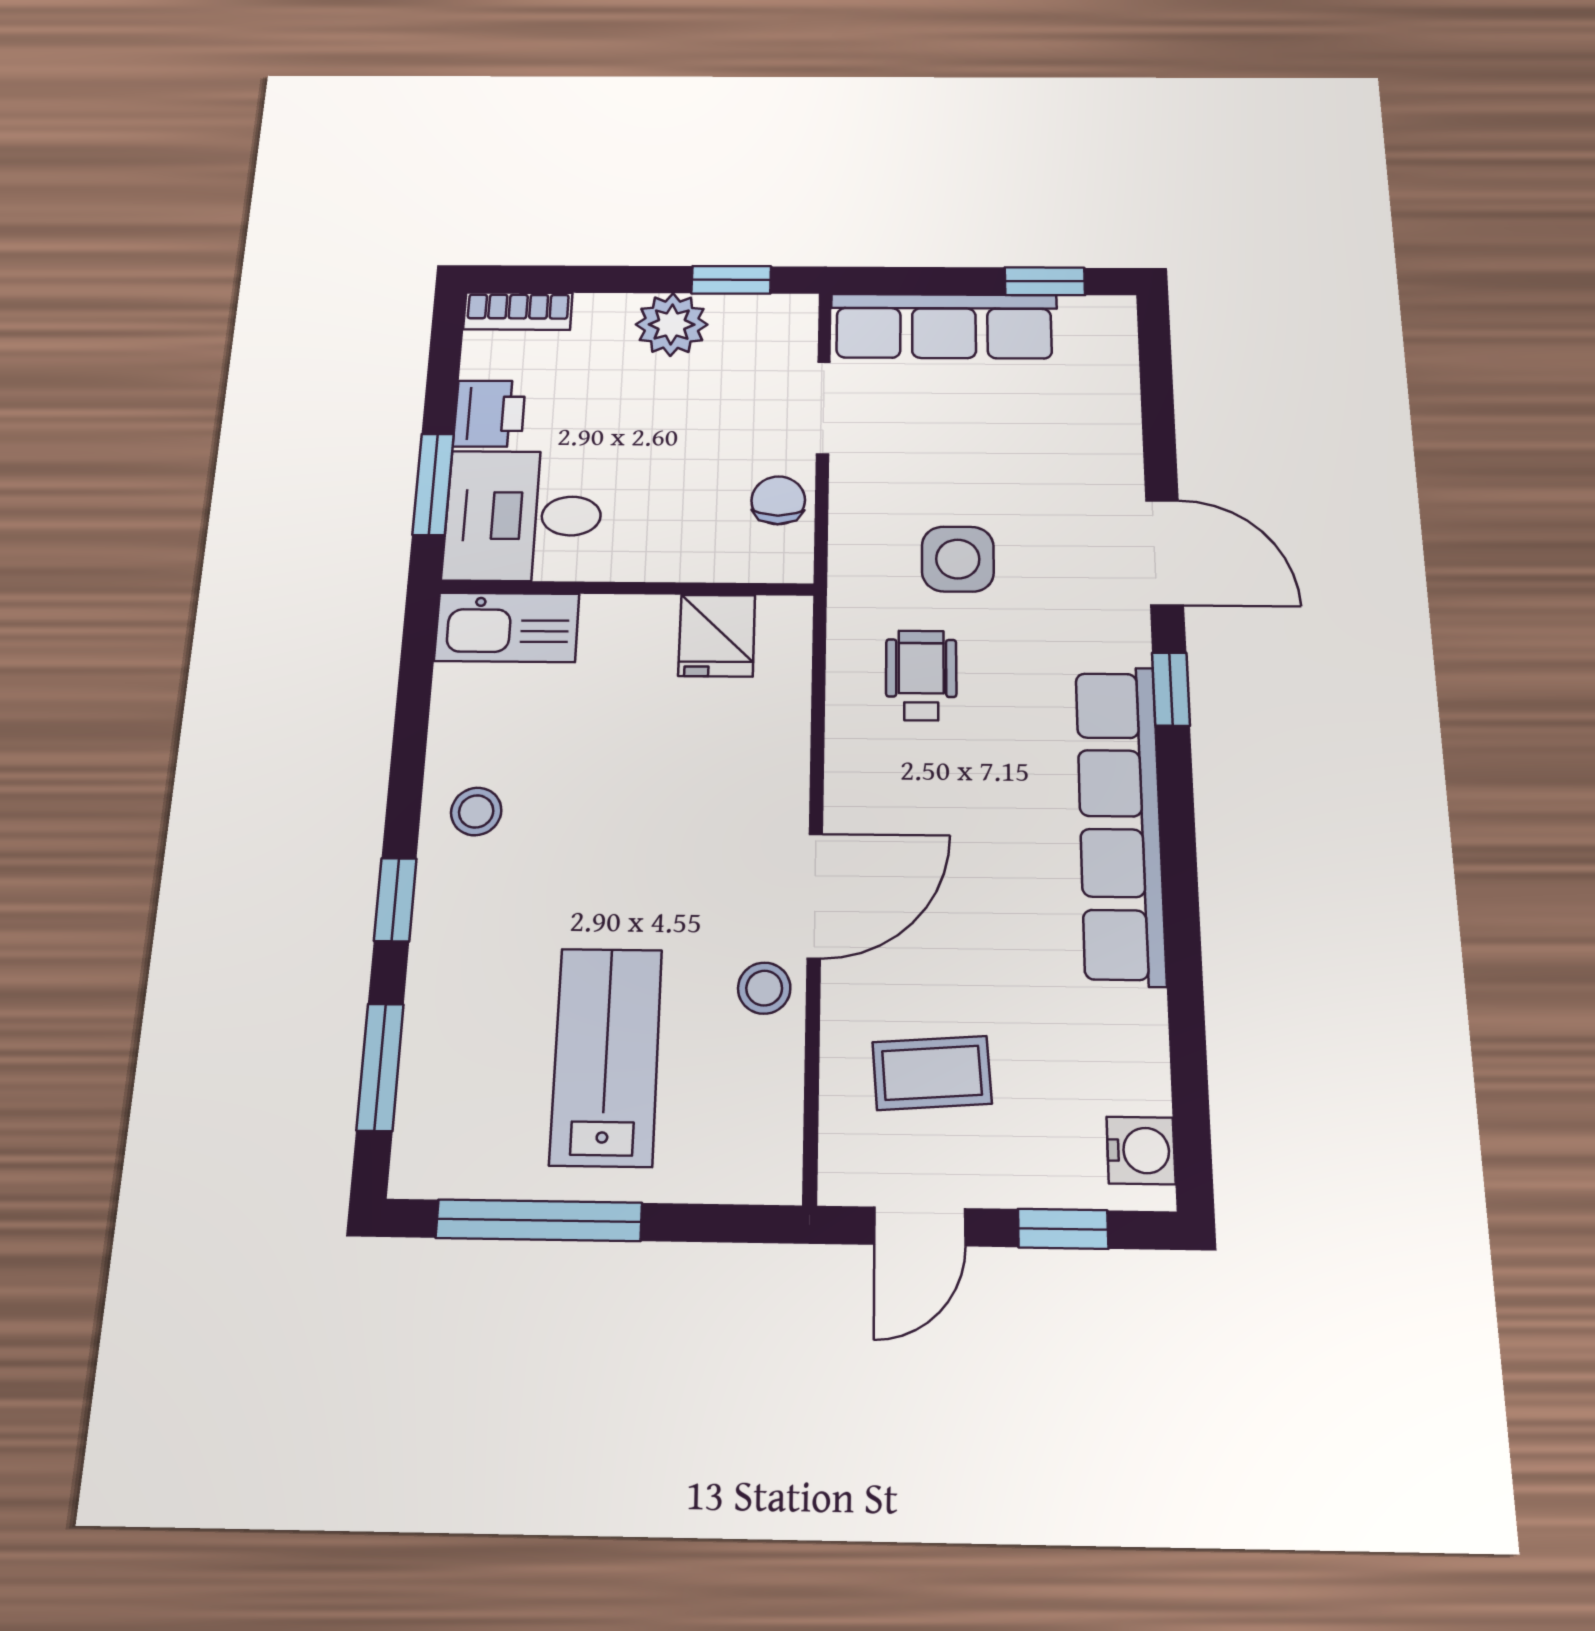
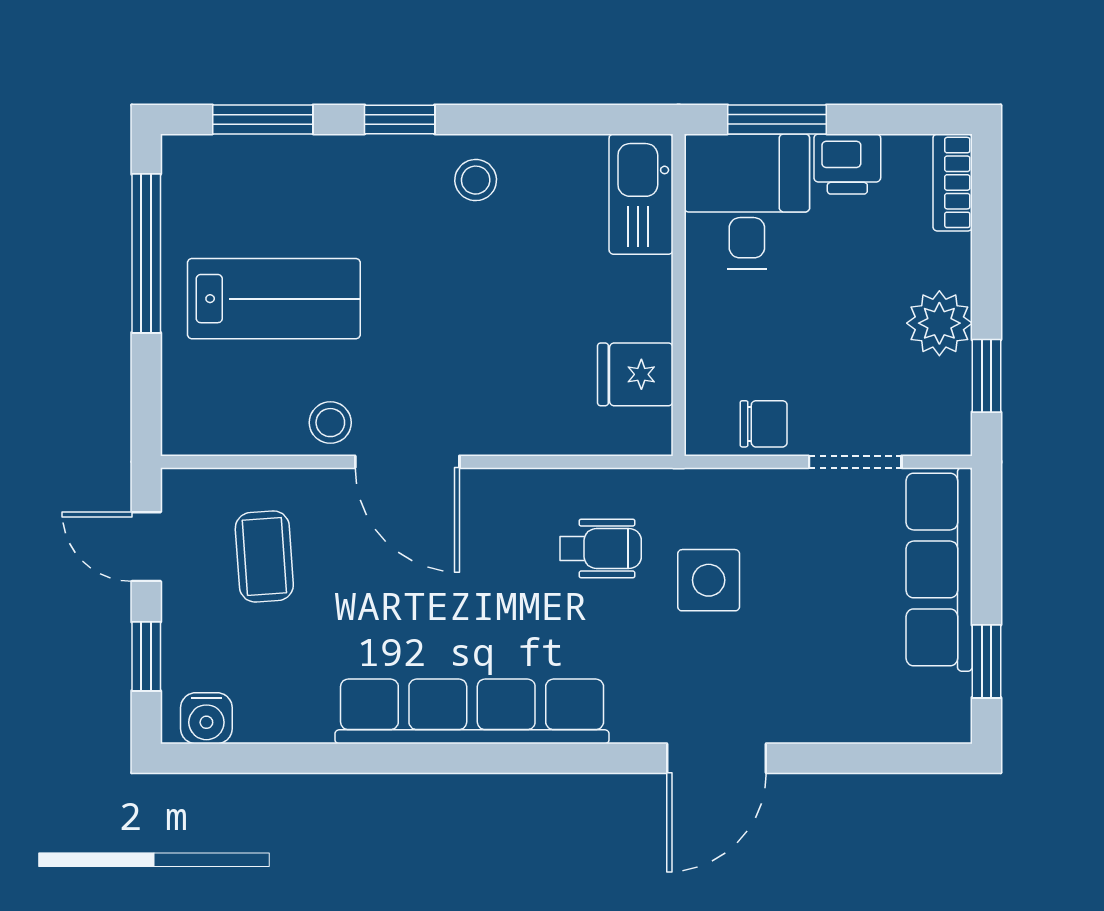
window: (1171, 689) -> (590, 758), removed

